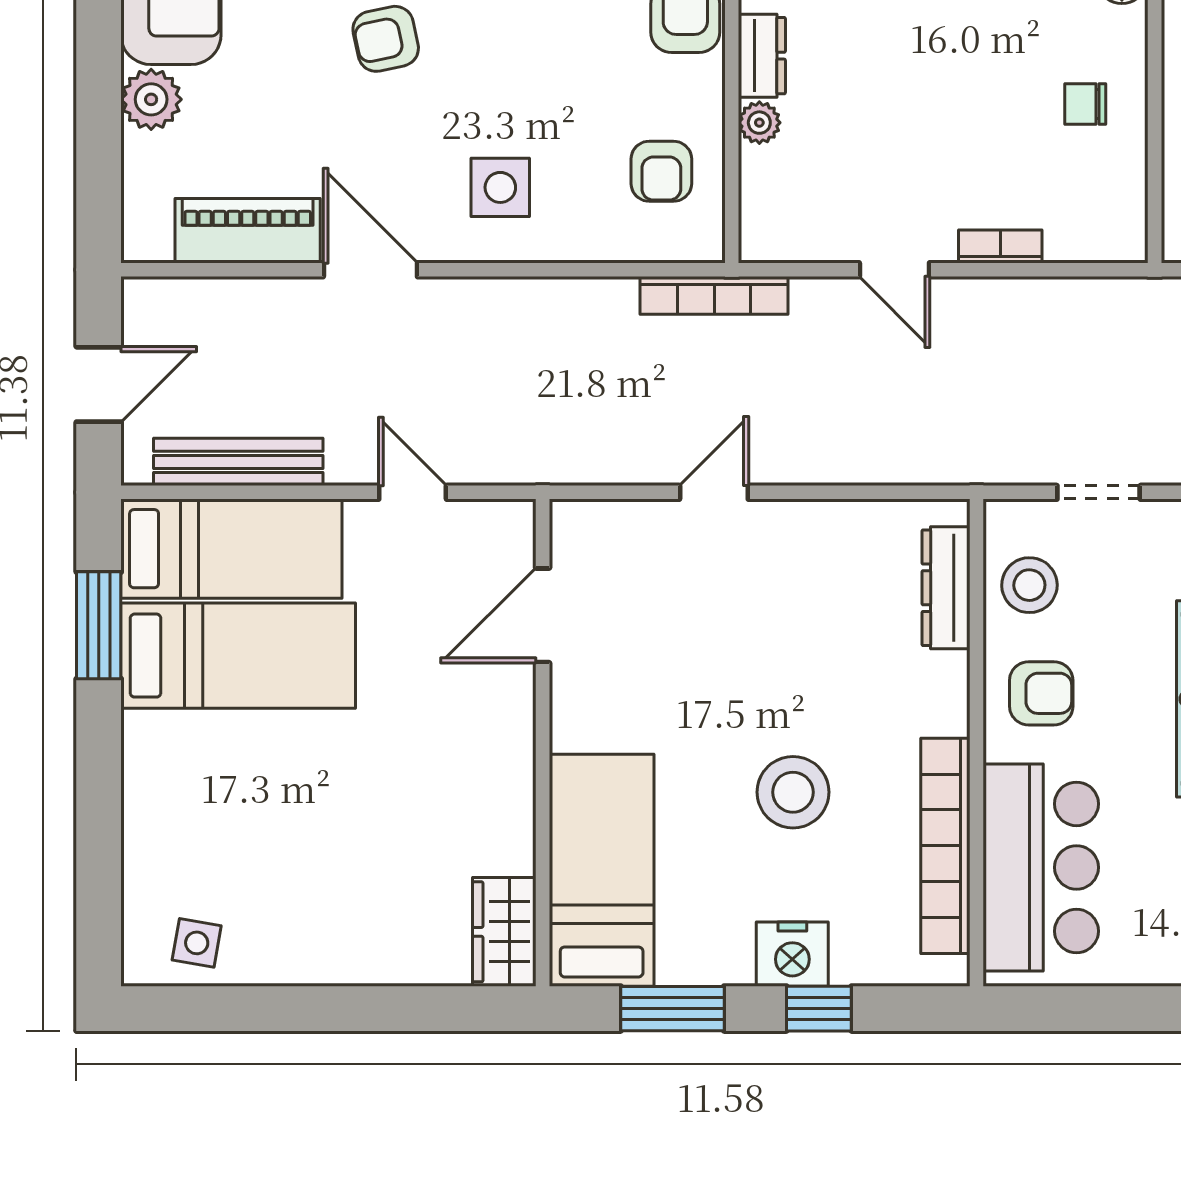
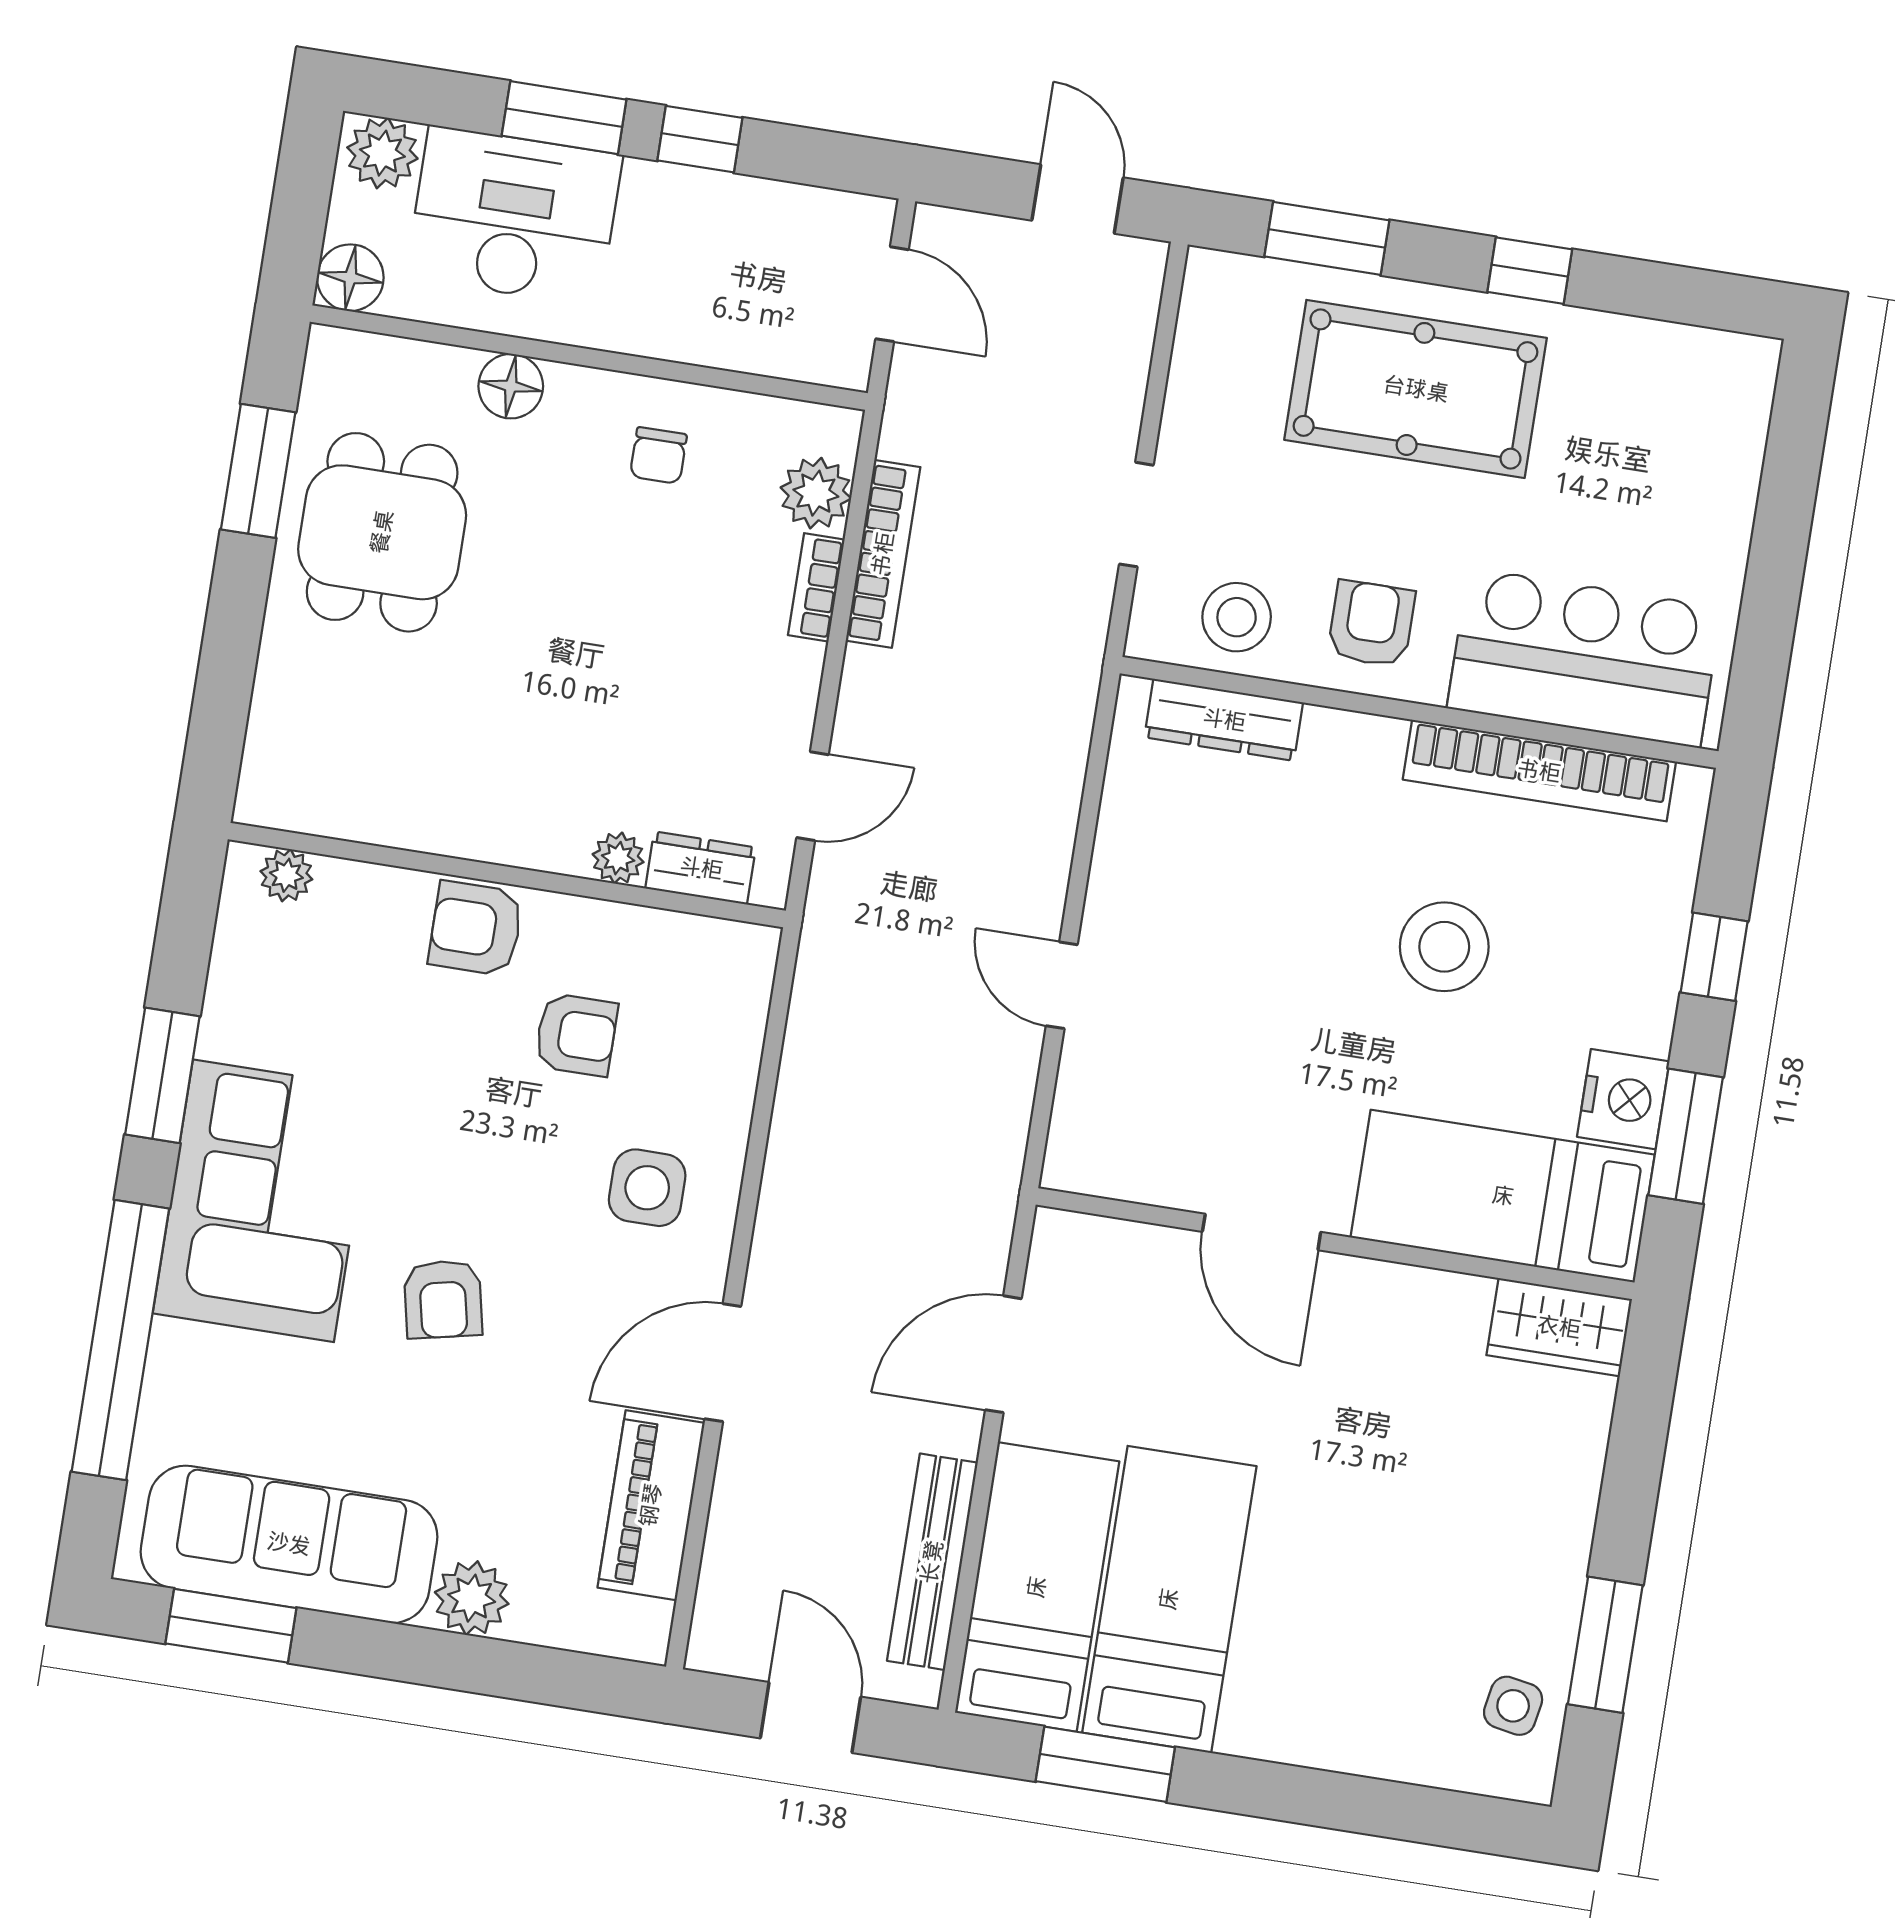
dresser: (762, 56) -> (701, 868), moved
armchair: (661, 171) -> (576, 1035), moved
plant: (1075, 234) -> (816, 493), added
door: (894, 270) -> (813, 796), moved
bookcase: (714, 295) -> (883, 554), moved
door: (413, 492) -> (1003, 1354), width x1.38
door: (543, 615) -> (1262, 1232), moved
nightstand: (792, 954) -> (1623, 1099), moved
window: (257, 1009) -> (1605, 1645), added

